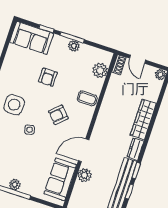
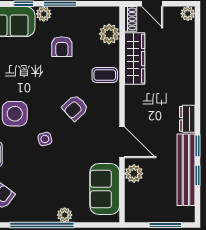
plant: (74, 46) -> (44, 14), moved
armchair: (48, 77) -> (62, 47), moved
wardrobe: (143, 119) -> (135, 59), moved, turned 180
door: (84, 150) -> (122, 142), swing flipped
plant: (15, 185) -> (65, 215), moved

